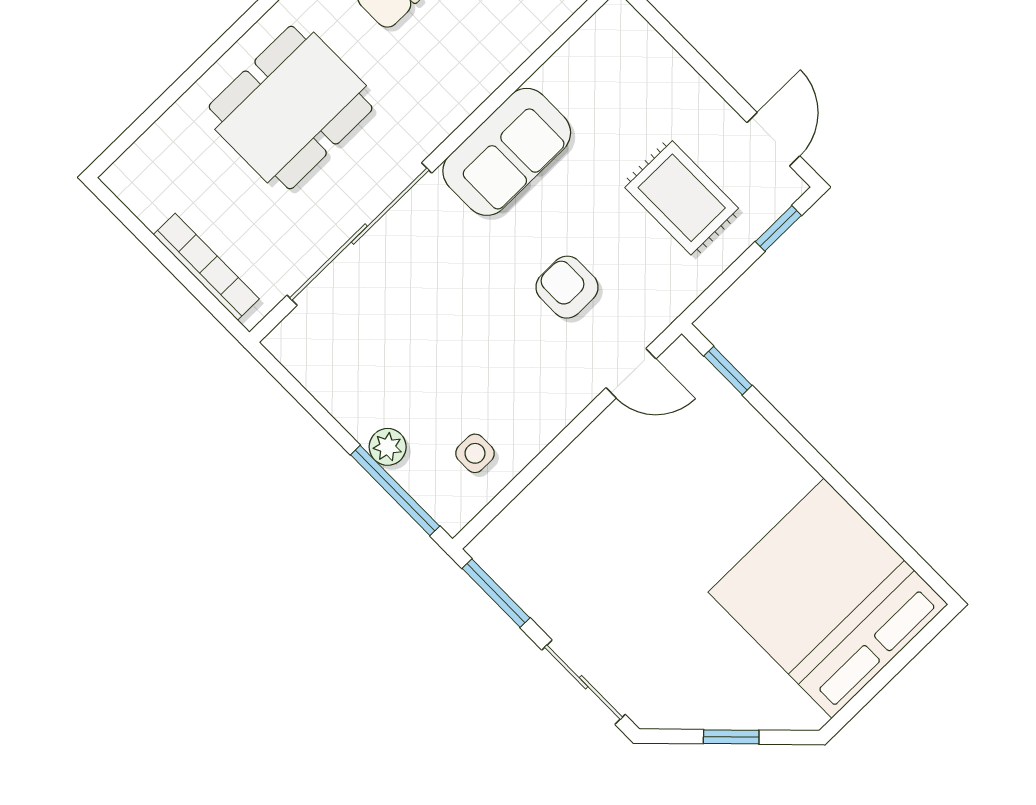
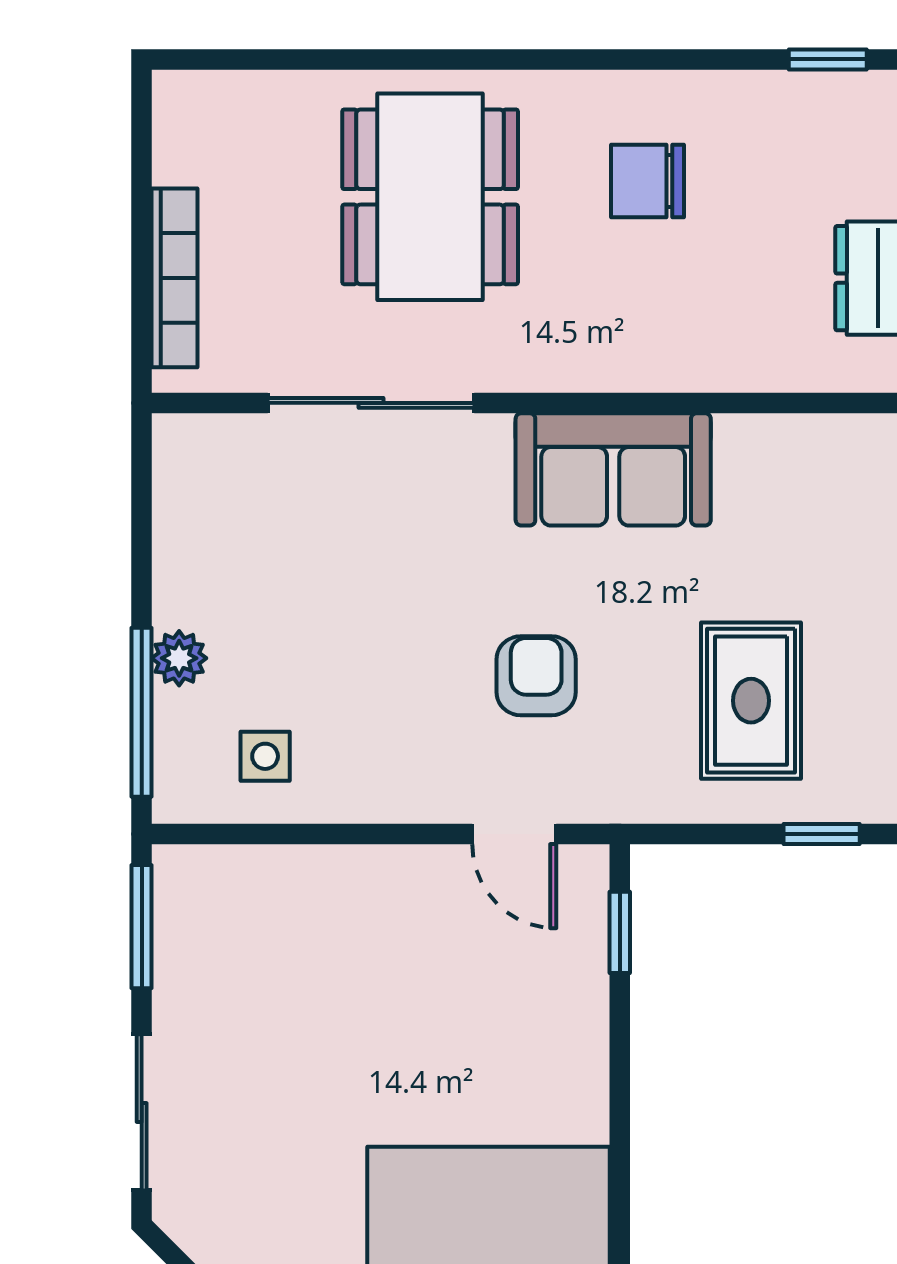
dining table: (291, 108) -> (430, 197), turned 90
sliding door: (359, 234) -> (371, 403), width x0.73

